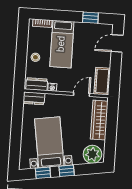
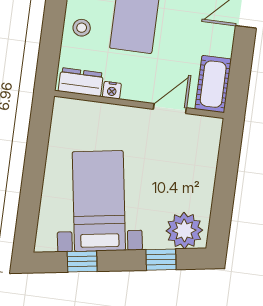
dresser: (34, 98) -> (73, 110), removed
wardrobe: (99, 120) -> (202, 162), removed
window: (67, 171) -> (161, 260), moved

